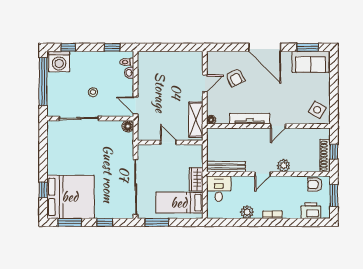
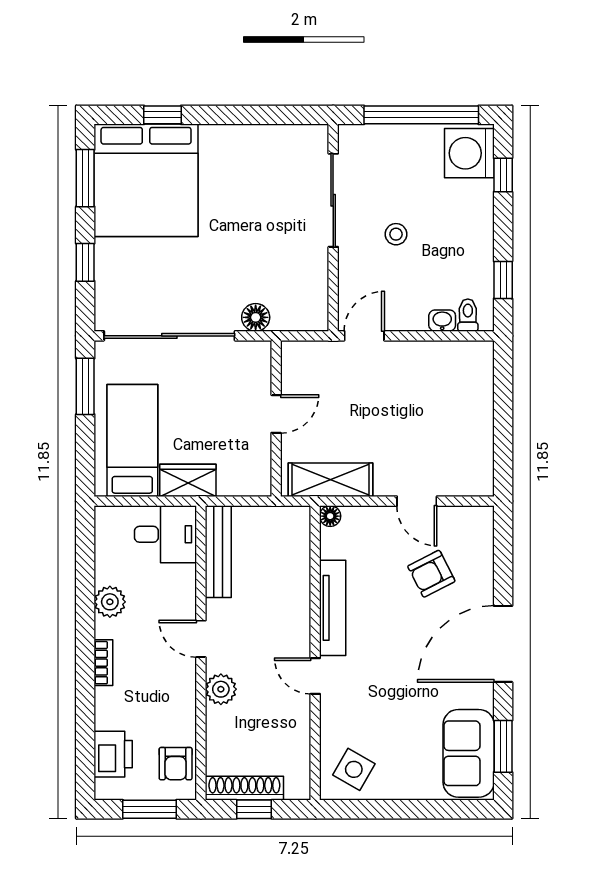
floor lamp: (128, 126) -> (256, 317), moved
armchair: (315, 185) -> (176, 764), turned 180

